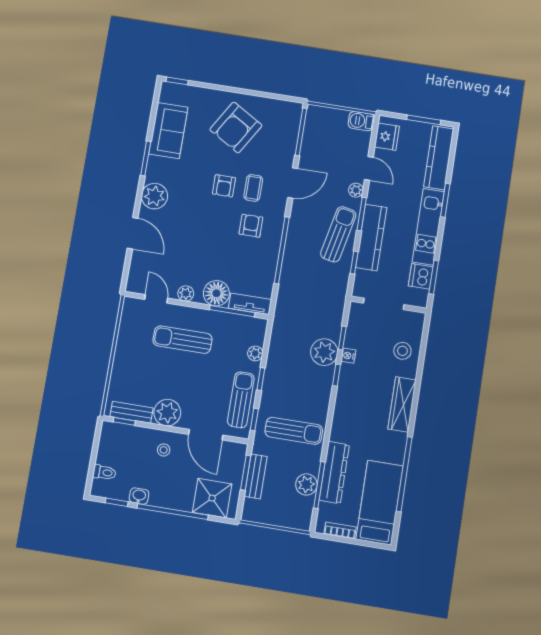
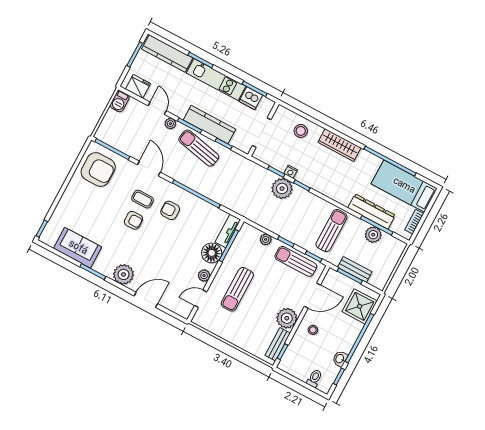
armchair: (236, 127) -> (98, 169), moved, turned -31
door: (369, 168) -> (157, 108), hinge flipped

